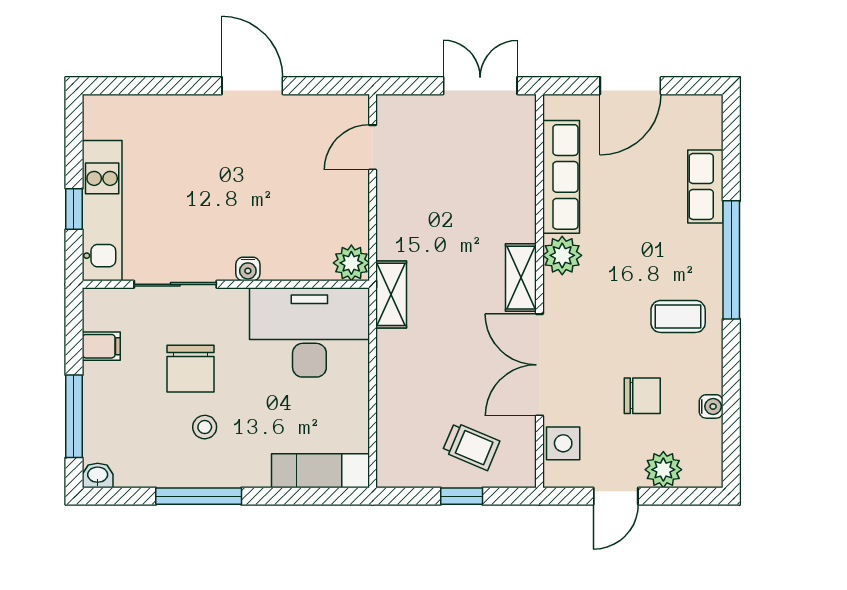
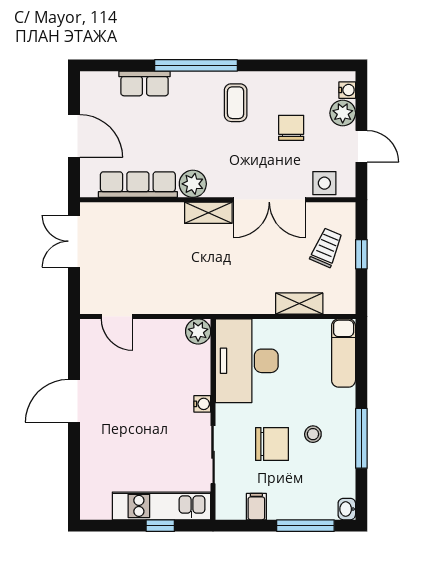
shelving: (391, 294) -> (299, 304), moved
water cooler: (711, 406) -> (347, 90), moved, turned 90

